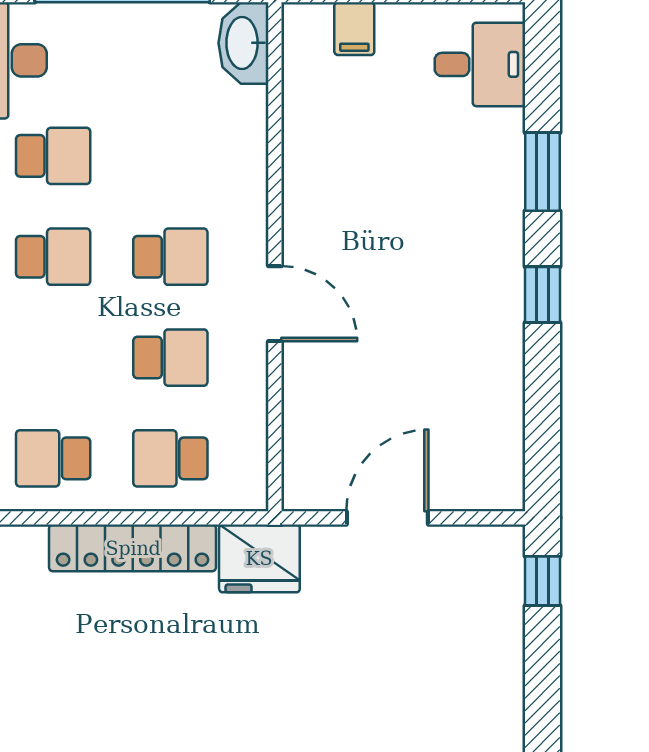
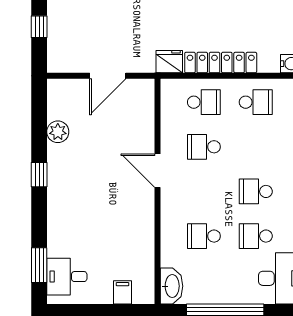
window: (543, 172) -> (39, 265), moved
school desk: (170, 257) -> (204, 236), moved
plant: (500, 391) -> (58, 132), added
fridge: (259, 558) -> (169, 62), width x0.73, depth x0.75
window: (543, 581) -> (39, 27), moved

